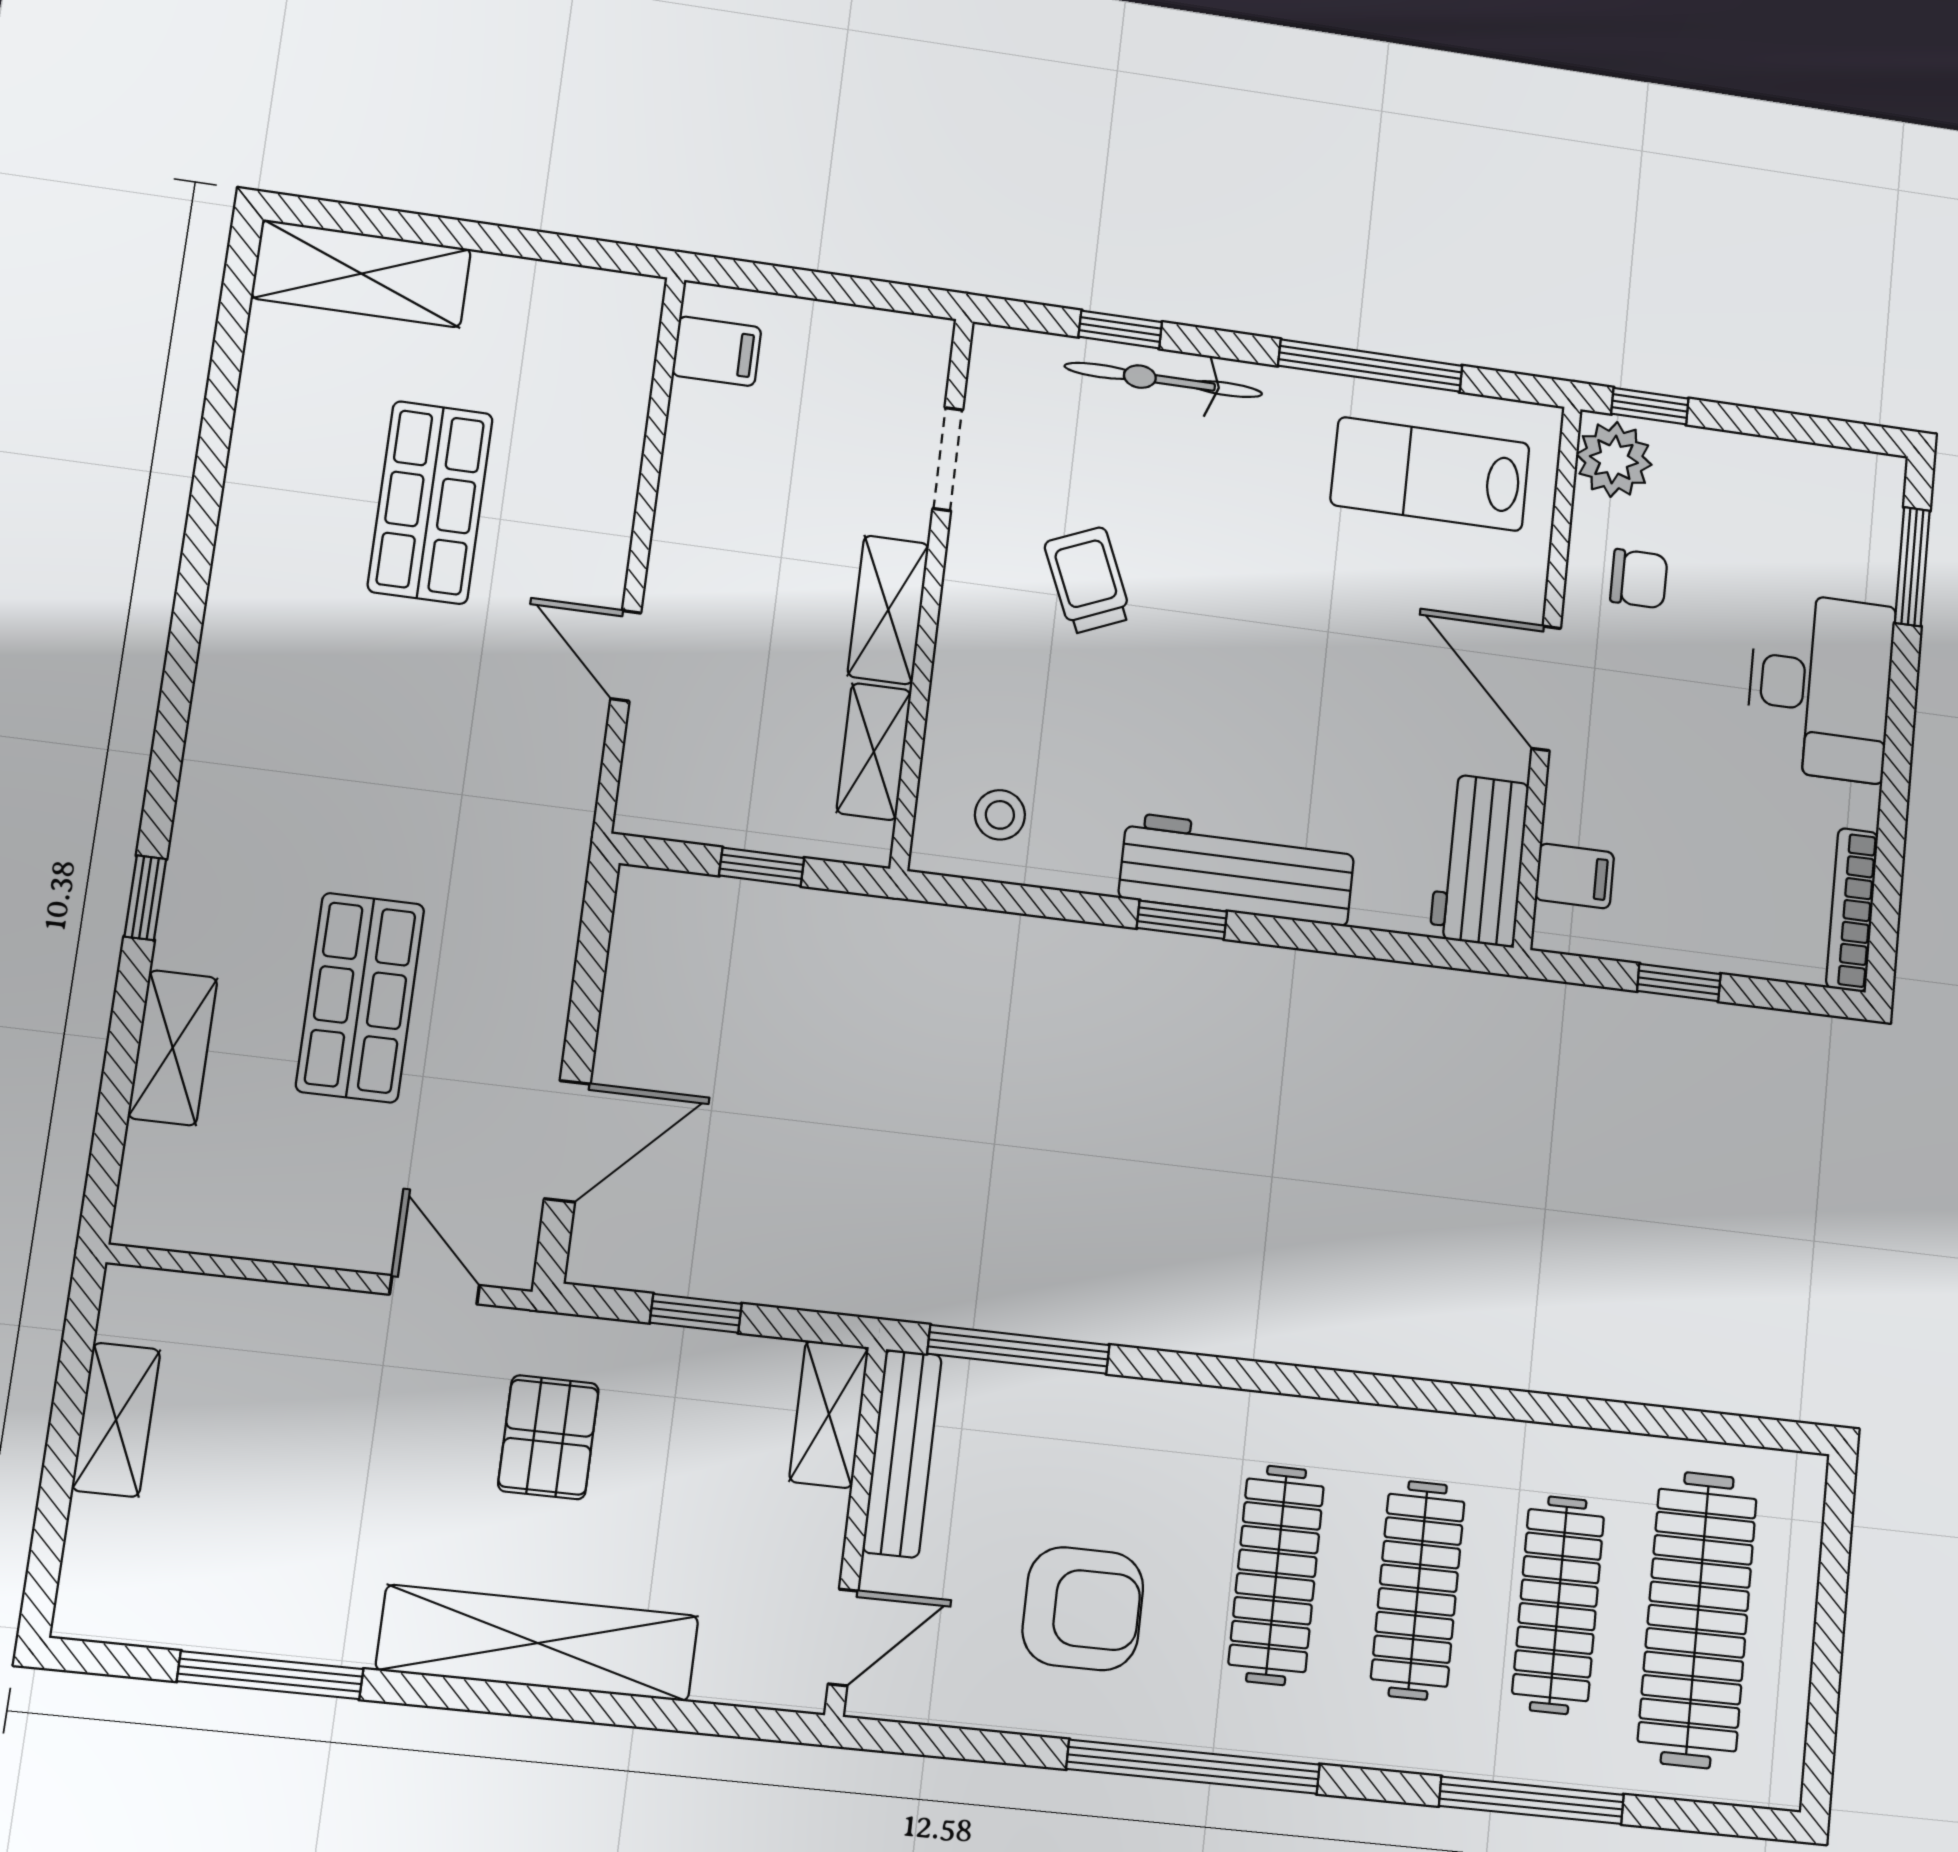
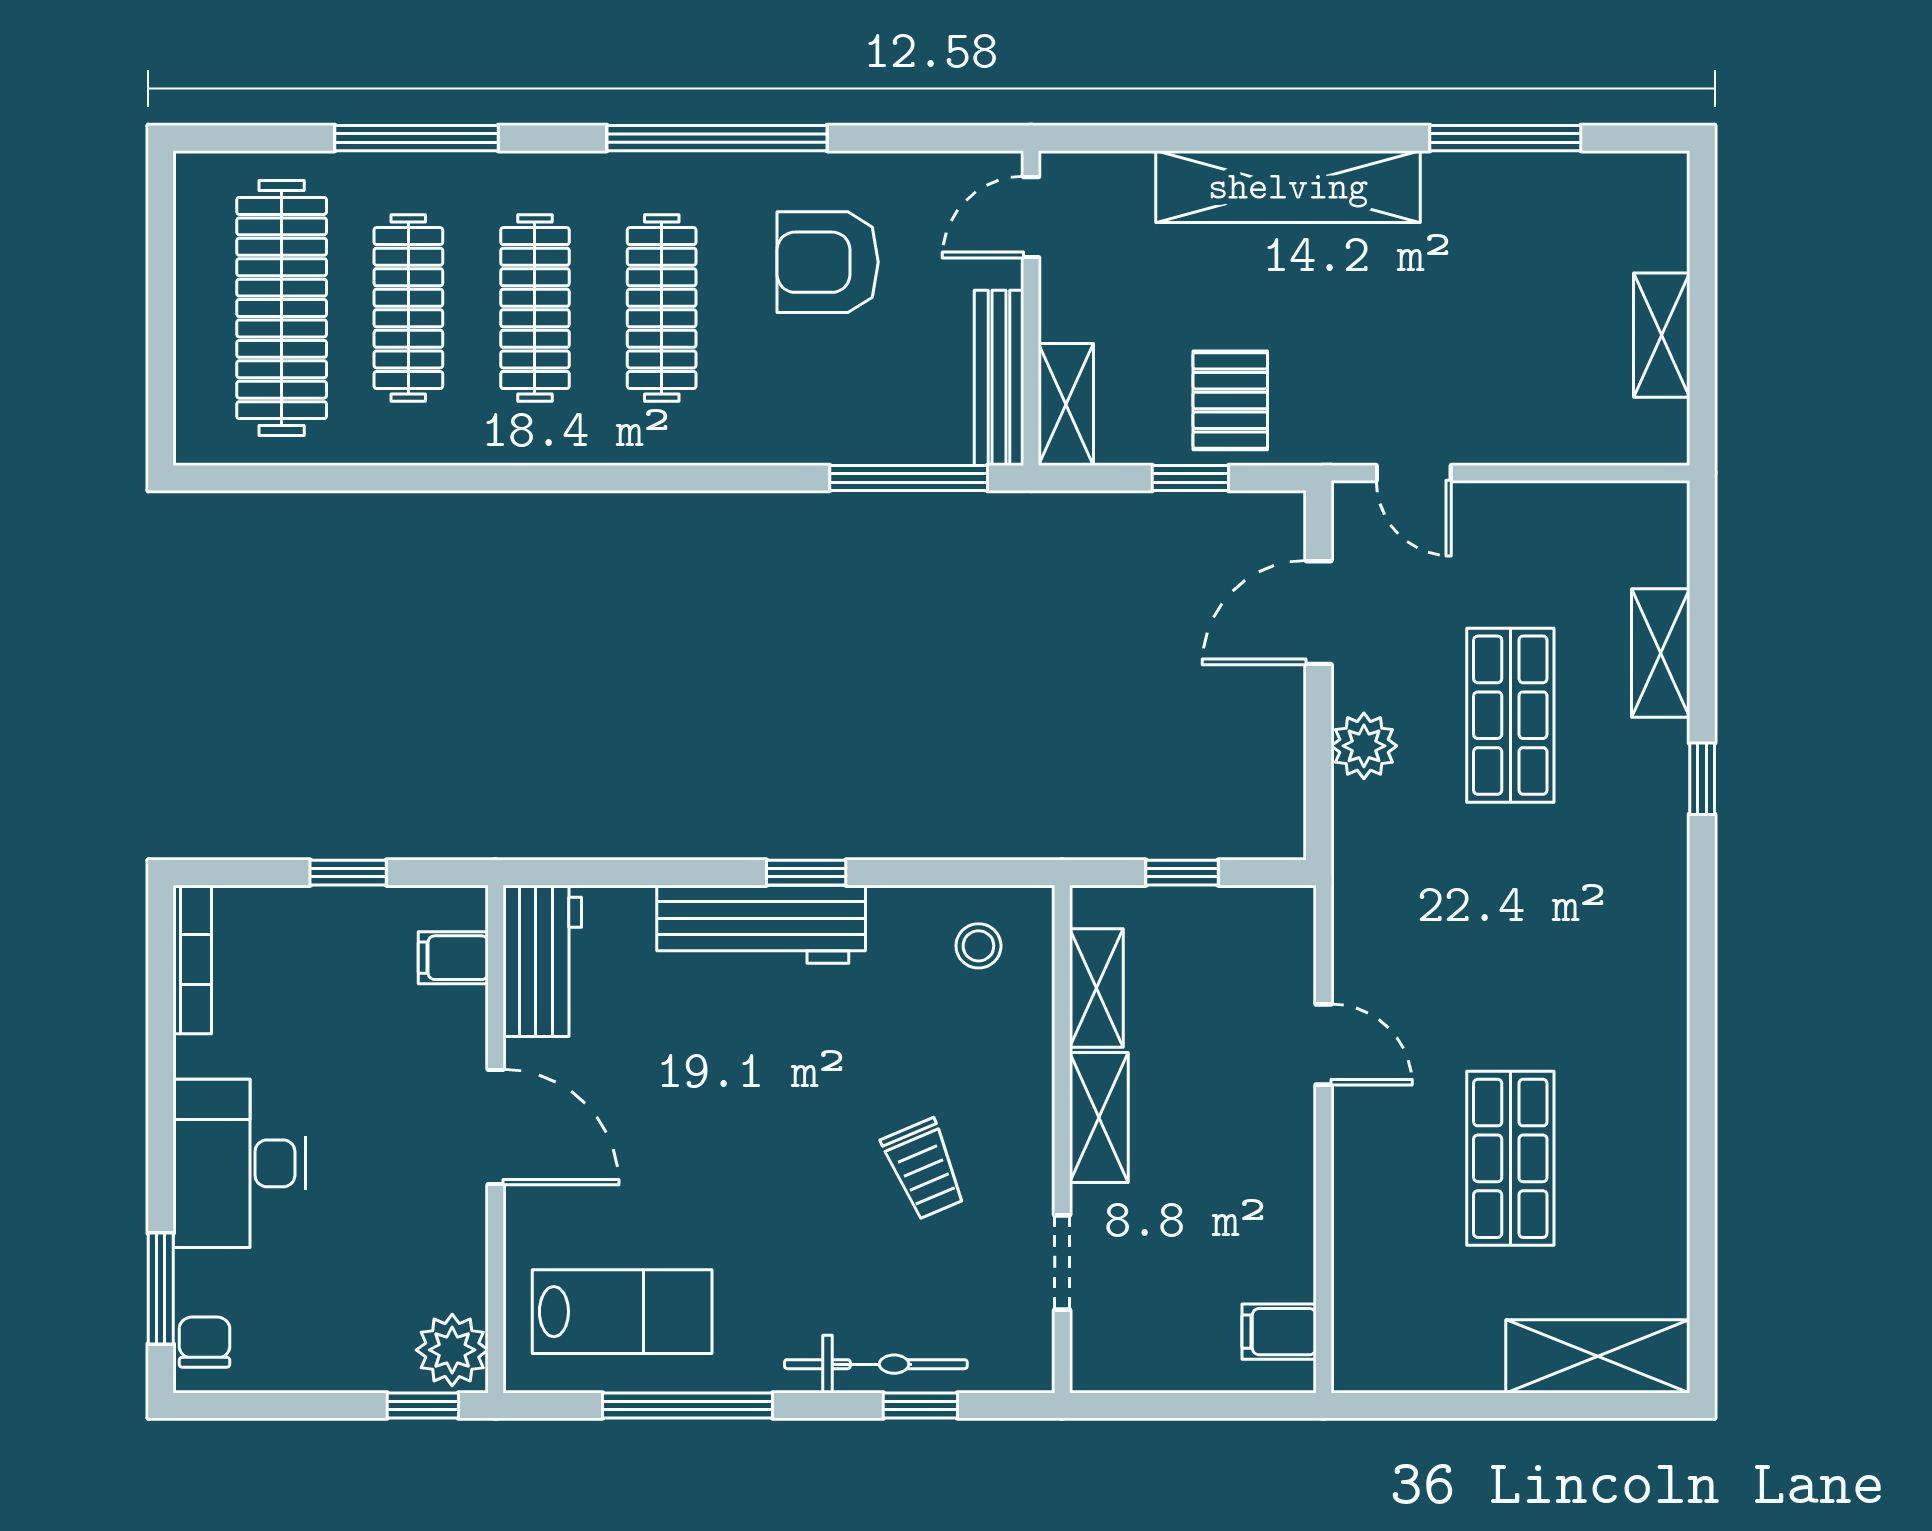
chair: (1639, 579) -> (205, 1342), moved, turned 90
plant: (535, 983) -> (1364, 746), added
pallet: (548, 1437) -> (1230, 400), moved

